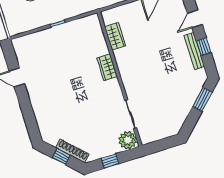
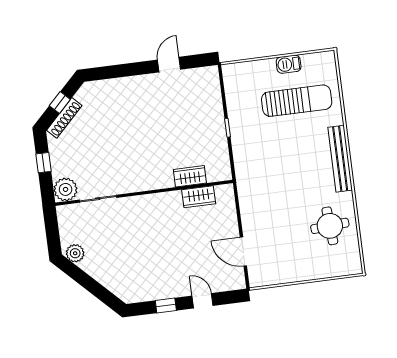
bench: (194, 51) -> (162, 293), removed
wardrobe: (107, 67) -> (190, 176), moved
window: (202, 99) -> (100, 292), removed
plant: (176, 124) -> (75, 253), added

